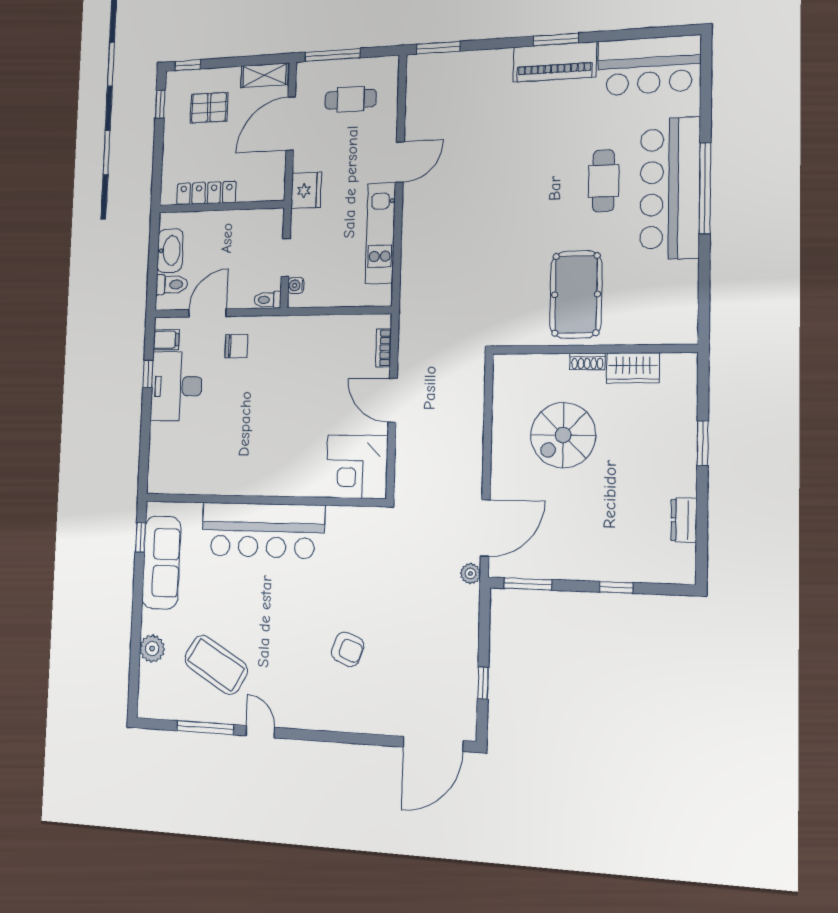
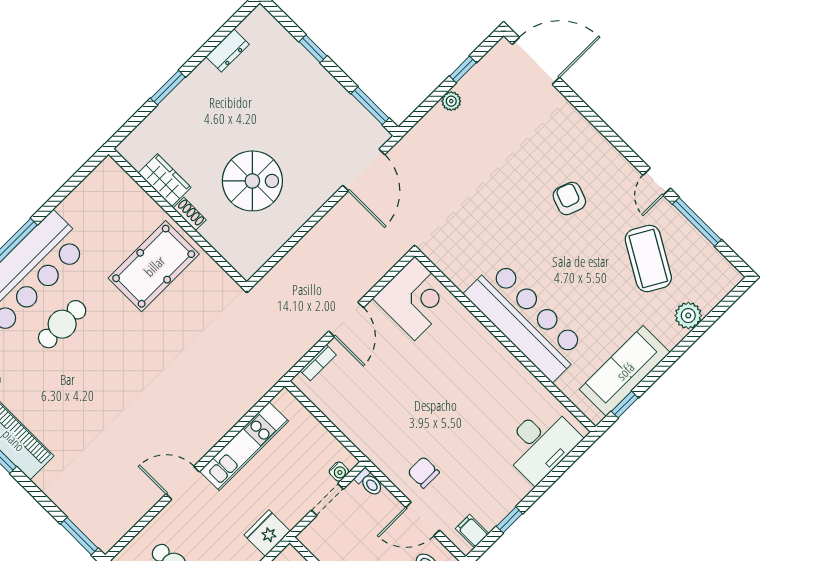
desk: (176, 386) -> (541, 444), moved
door: (485, 528) -> (364, 170), swing flipped
plant: (470, 573) -> (451, 101), moved
armchair: (348, 649) -> (569, 199), moved

